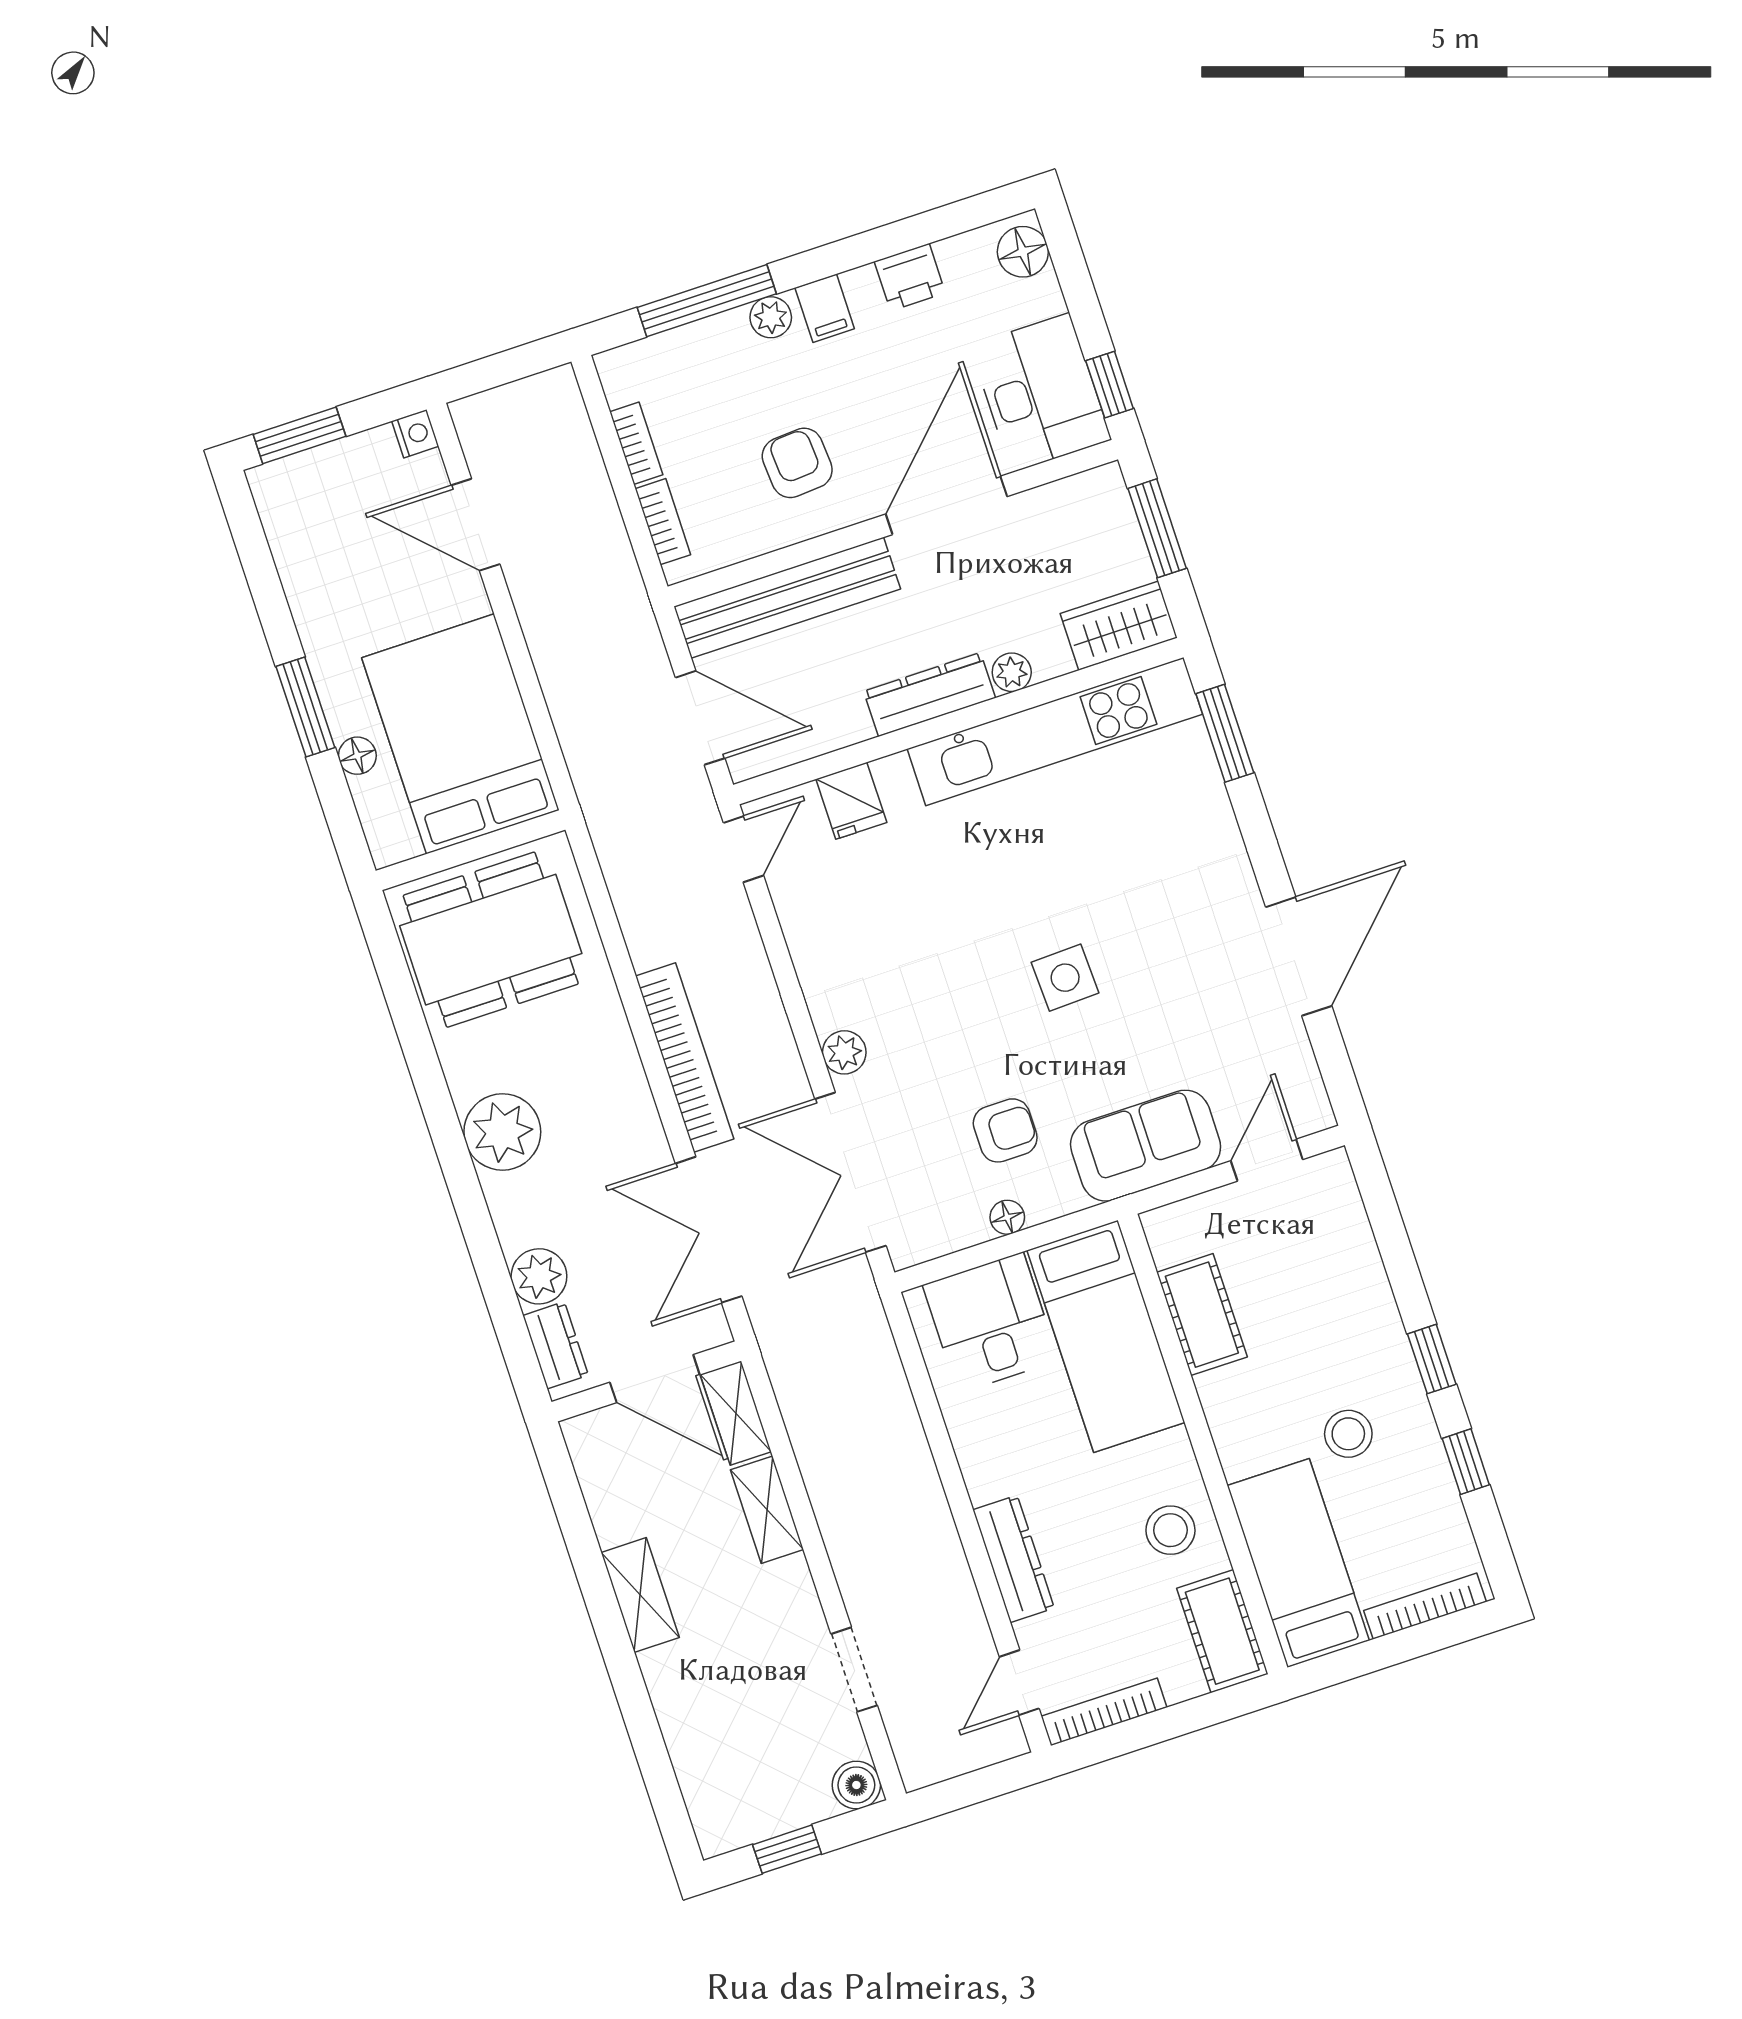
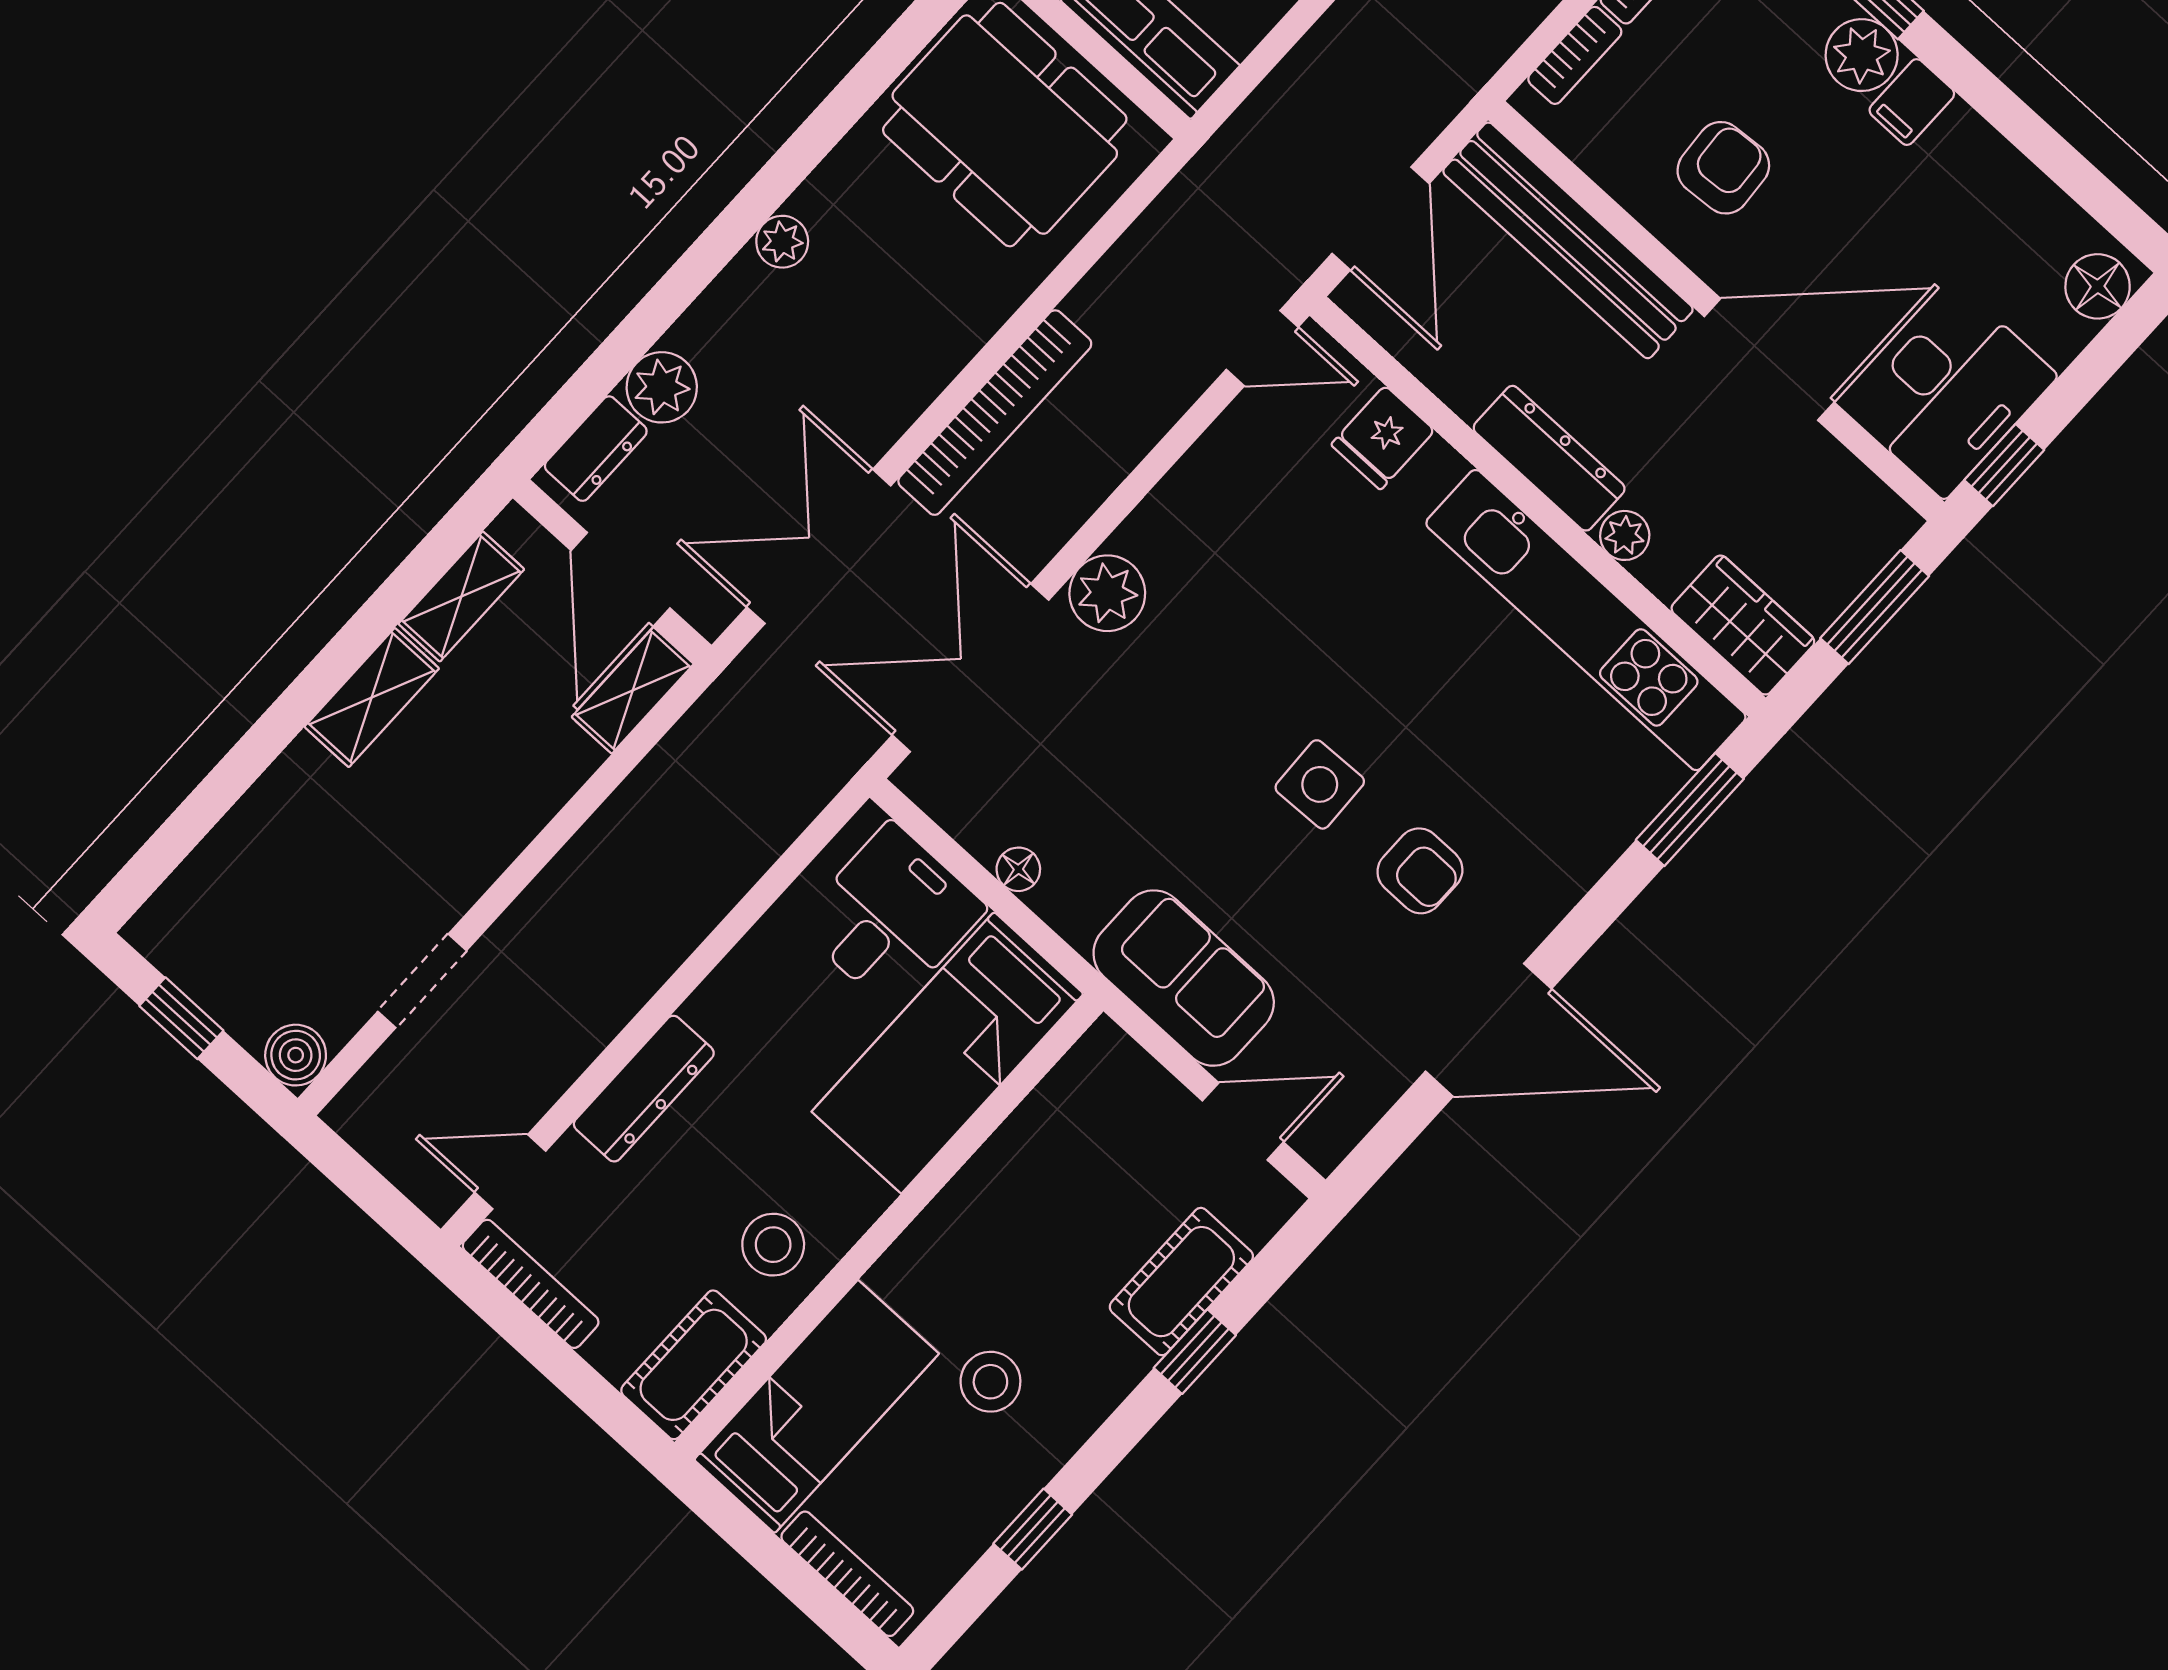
printer: (910, 277) -> (1999, 177), removed
plant: (771, 317) -> (1862, 55), width x1.38, depth x1.38
plant: (844, 1052) -> (1107, 593), width x1.38, depth x1.38
armchair: (1005, 1130) -> (1420, 871), moved
plant: (502, 1132) -> (782, 242), width x0.53, depth x0.53
cot: (1202, 1315) -> (1181, 1282), moved
window: (1432, 1359) -> (1195, 1352), moved
shelving: (767, 1510) -> (461, 596), moved

